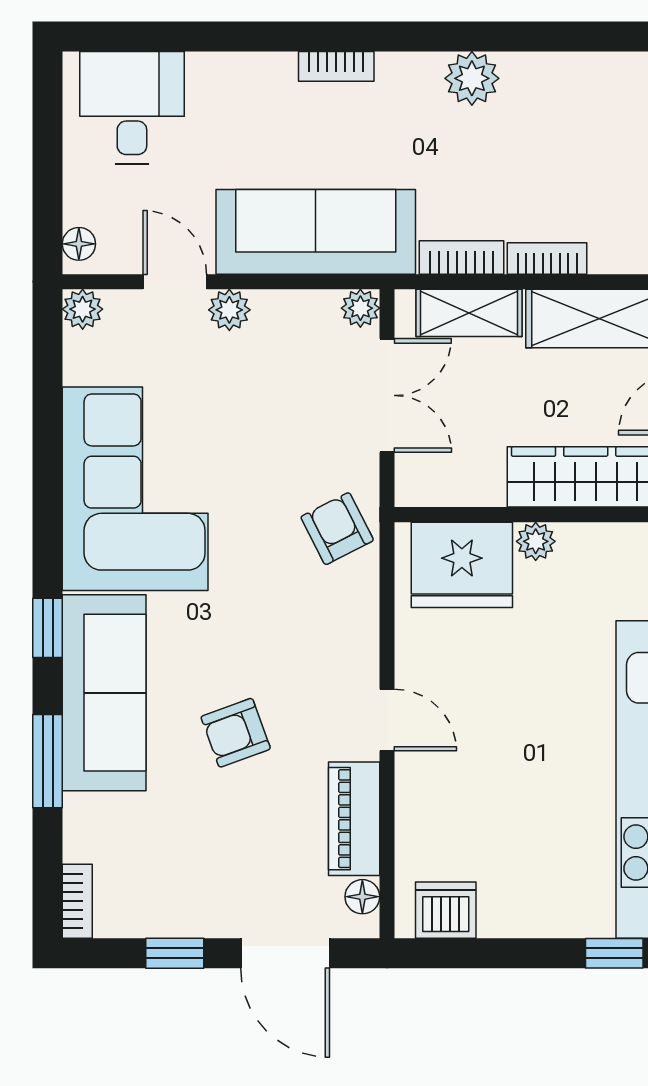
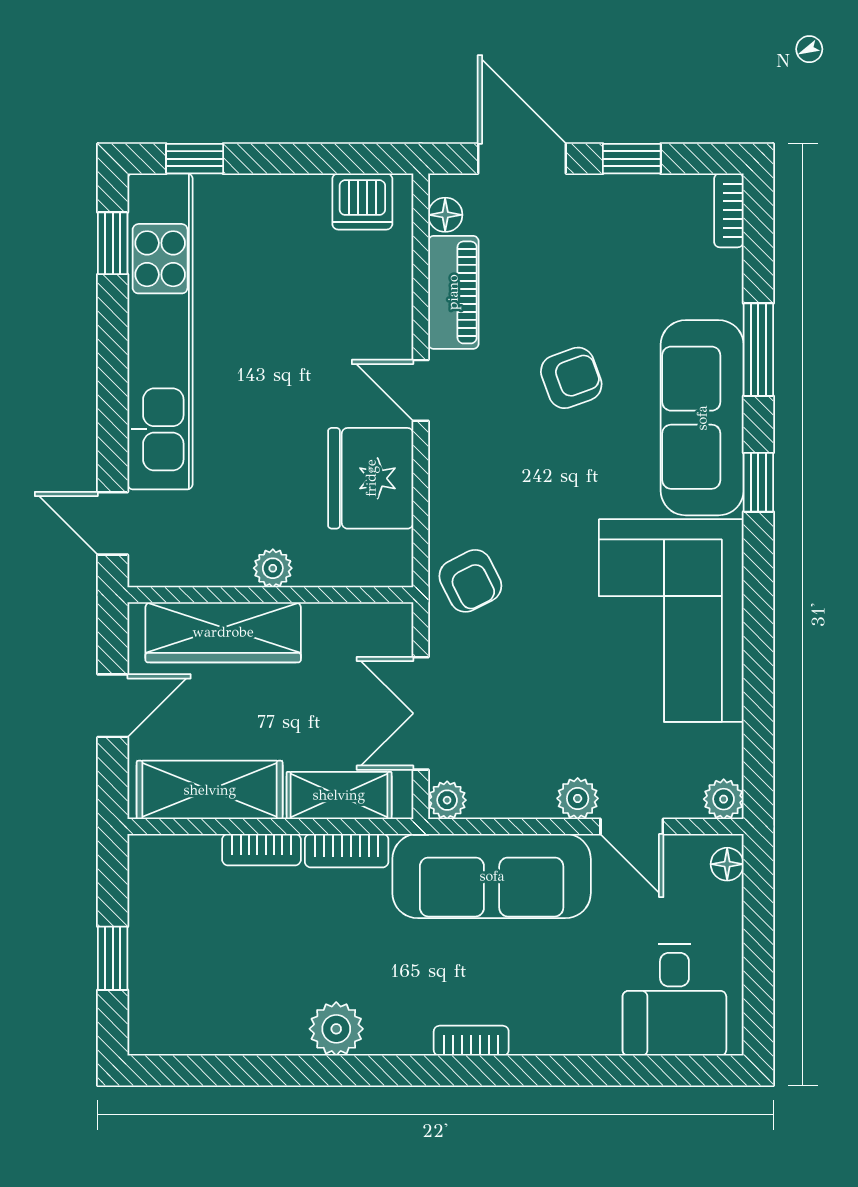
fridge: (462, 565) -> (371, 478), moved, turned -90

